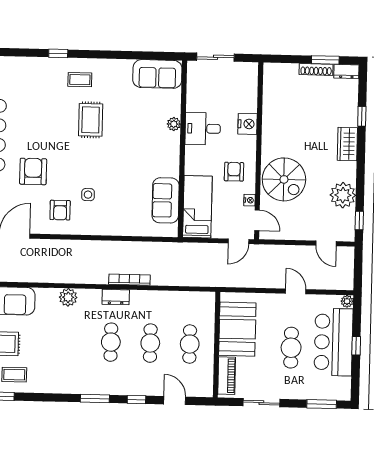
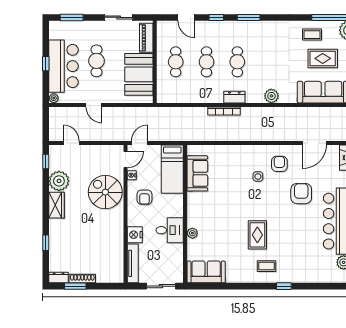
tv unit: (251, 87) -> (133, 263), added
wardrobe: (347, 144) -> (56, 205), moved
armchair: (33, 171) -> (301, 194), turned 180
door: (257, 220) -> (126, 160), swing flipped

